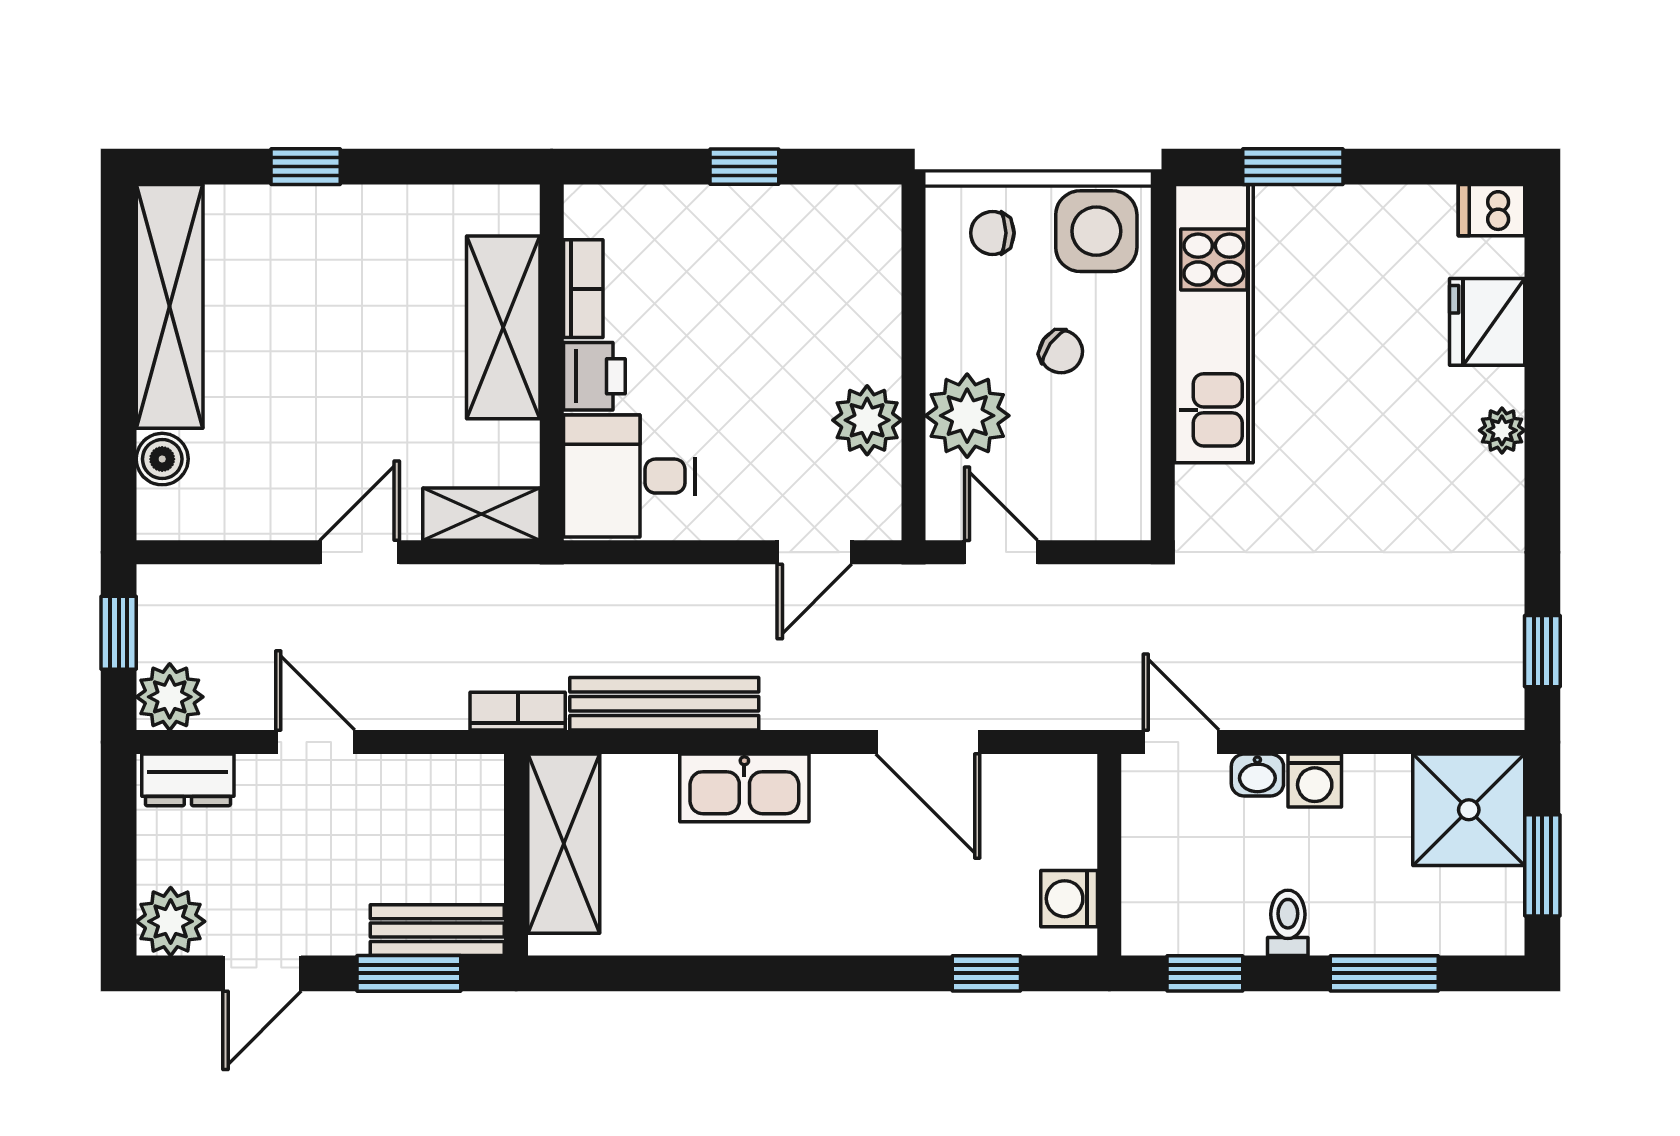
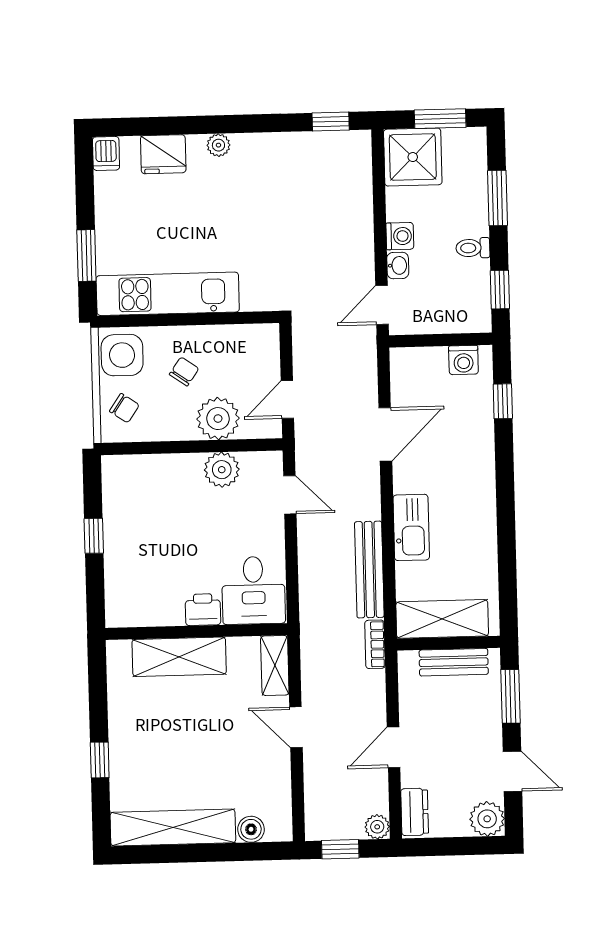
chair: (992, 233) -> (124, 408), turned -56
bookcase: (583, 289) -> (158, 616), removed
plant: (170, 697) -> (377, 827), width x0.73, depth x0.73
bench: (437, 930) -> (454, 662), moved, turned 90

